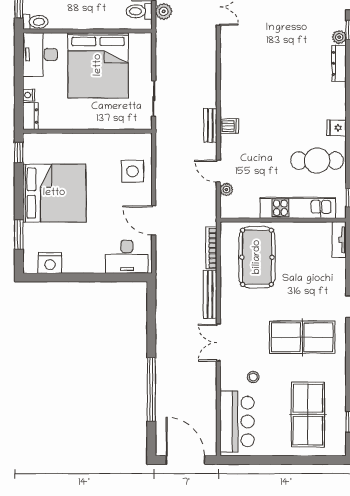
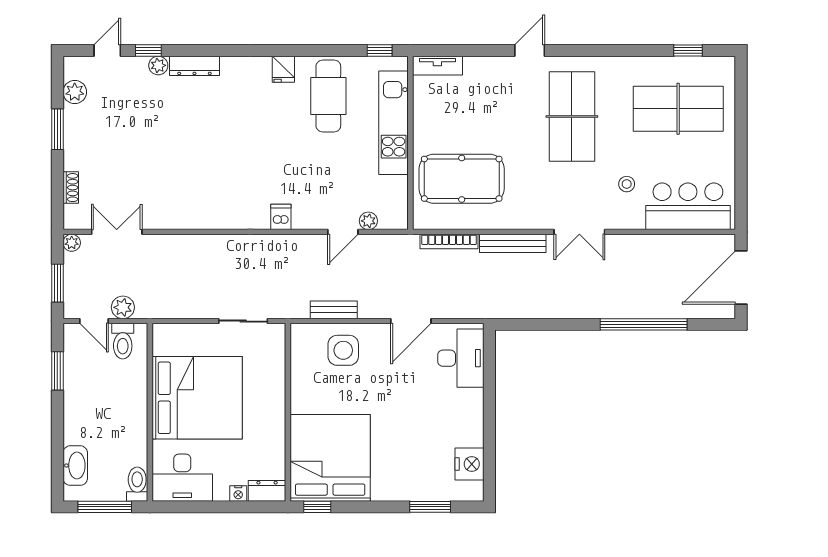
bench: (210, 125) -> (334, 310), moved
bed: (54, 193) -> (330, 458), moved

